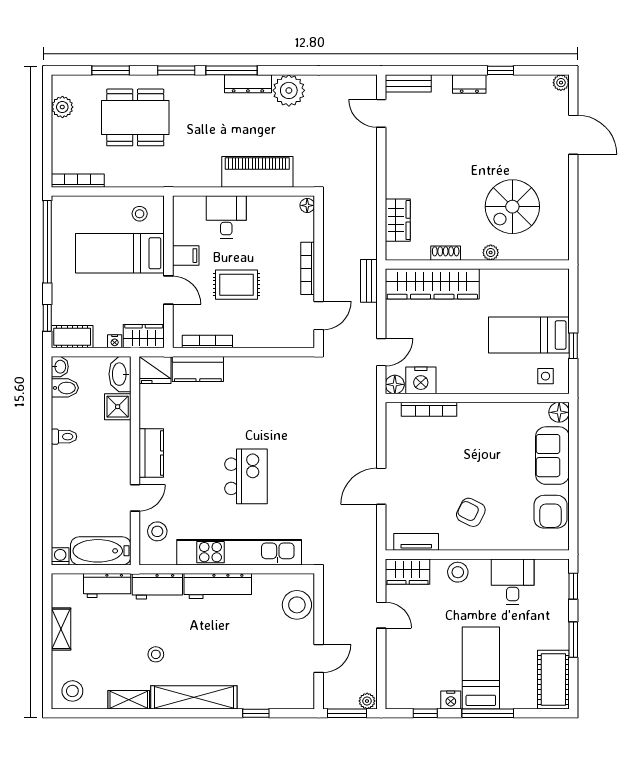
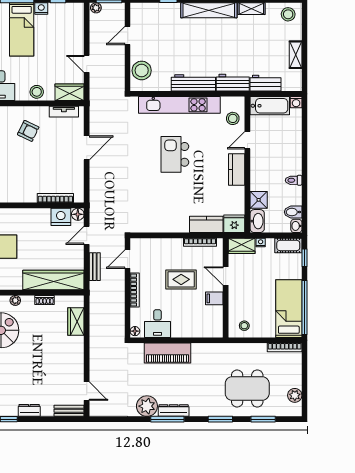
window: (231, 70) -> (167, 419), moved
desk: (226, 217) -> (157, 324), moved
bed: (120, 253) -> (289, 309), moved, turned -90
bench: (369, 281) -> (95, 267), moved
stool: (156, 654) -> (234, 38), removed

